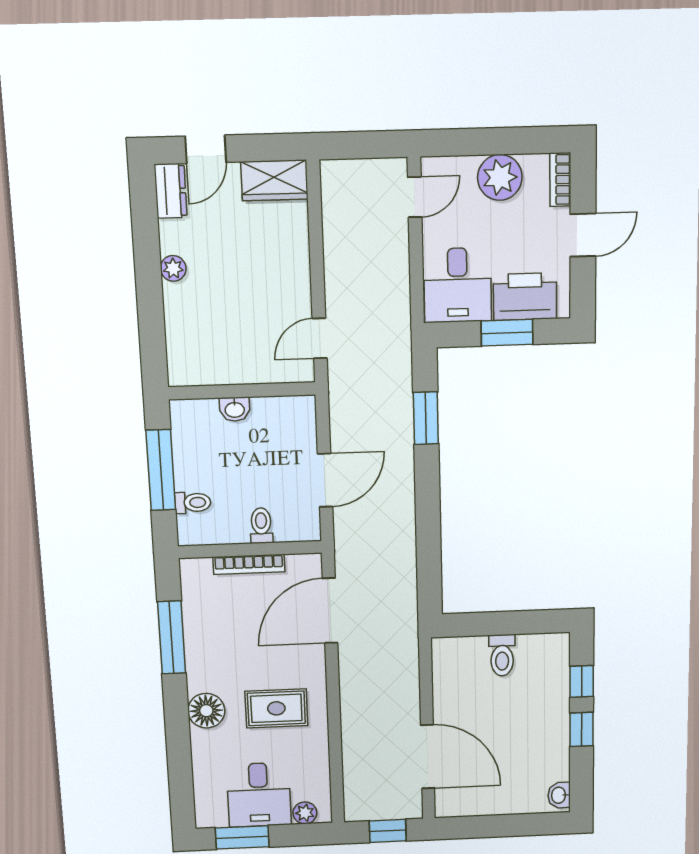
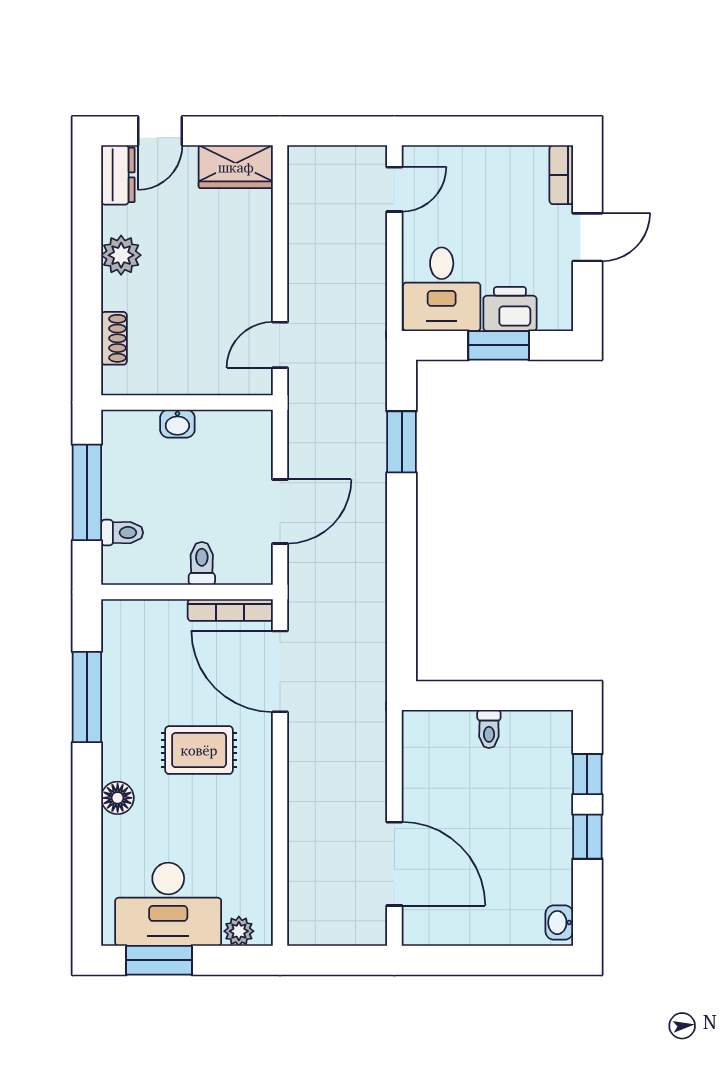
plant: (500, 177) -> (492, 170), removed
plant: (173, 268) -> (121, 255), width x1.38, depth x1.38
printer: (525, 297) -> (510, 309), width x0.73, depth x0.84
shoe rack: (176, 337) -> (114, 338), added
bookcase: (249, 564) -> (230, 610), moved
door: (330, 611) -> (280, 671), hinge flipped
toilet: (502, 655) -> (489, 729), width x0.73, depth x0.72
rug: (276, 708) -> (199, 750), moved
floor lamp: (206, 711) -> (118, 798), width x0.73, depth x0.73
desk: (259, 795) -> (168, 904), width x1.37
window: (388, 831) -> (342, 960), removed

